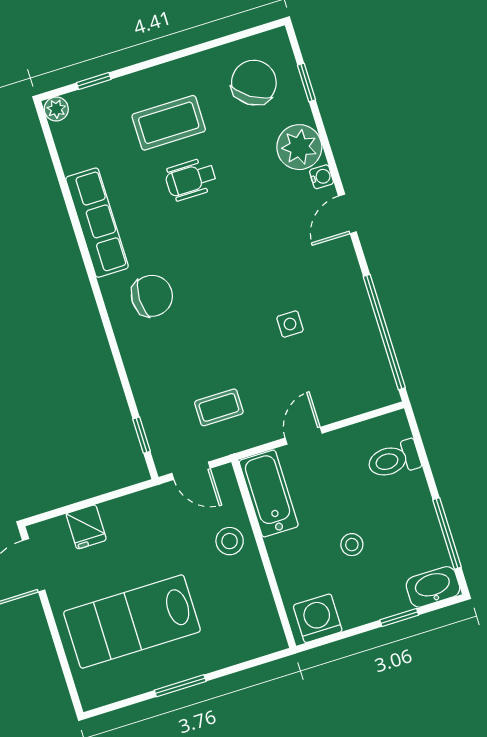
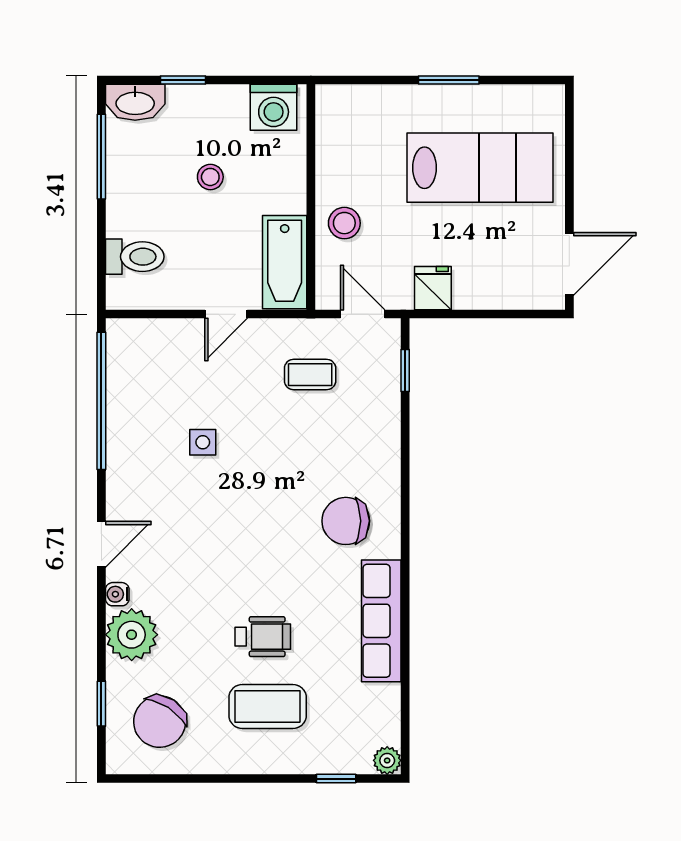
fridge: (86, 527) -> (433, 288), moved

